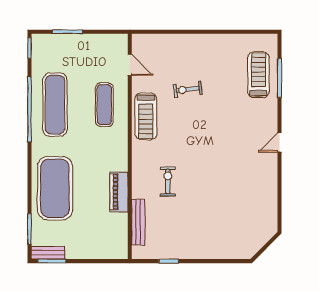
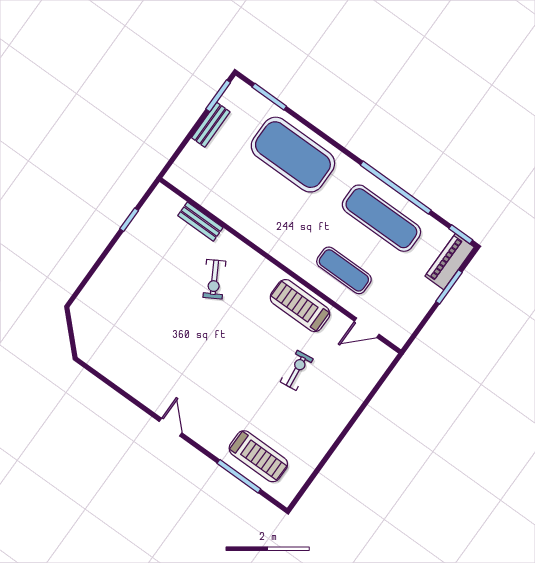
exercise bike: (168, 181) -> (214, 279), turned 60
piano: (119, 192) -> (450, 262), moved, turned -90
bench: (138, 222) -> (200, 222), width x0.73
bench: (48, 253) -> (211, 125), moved

